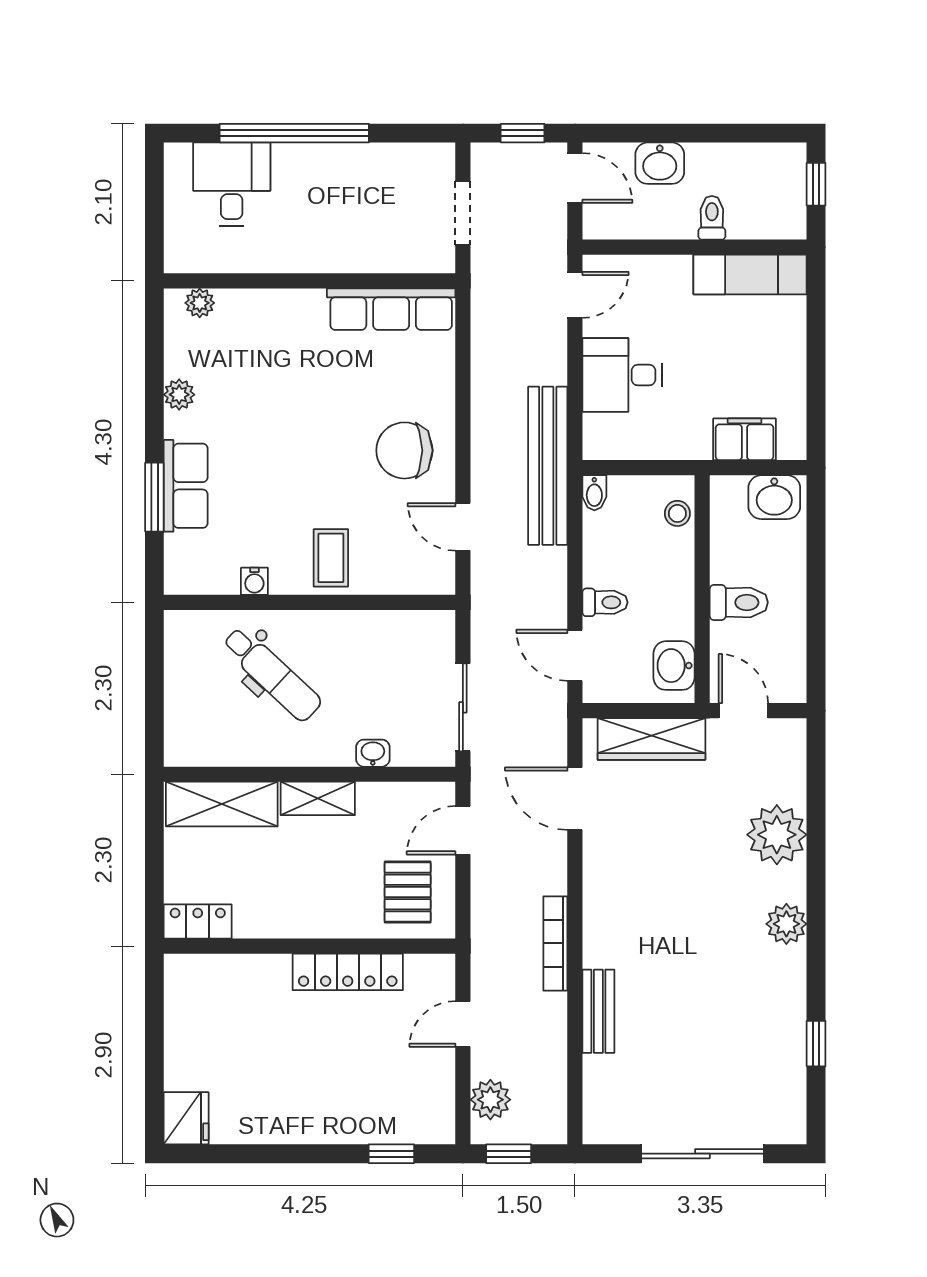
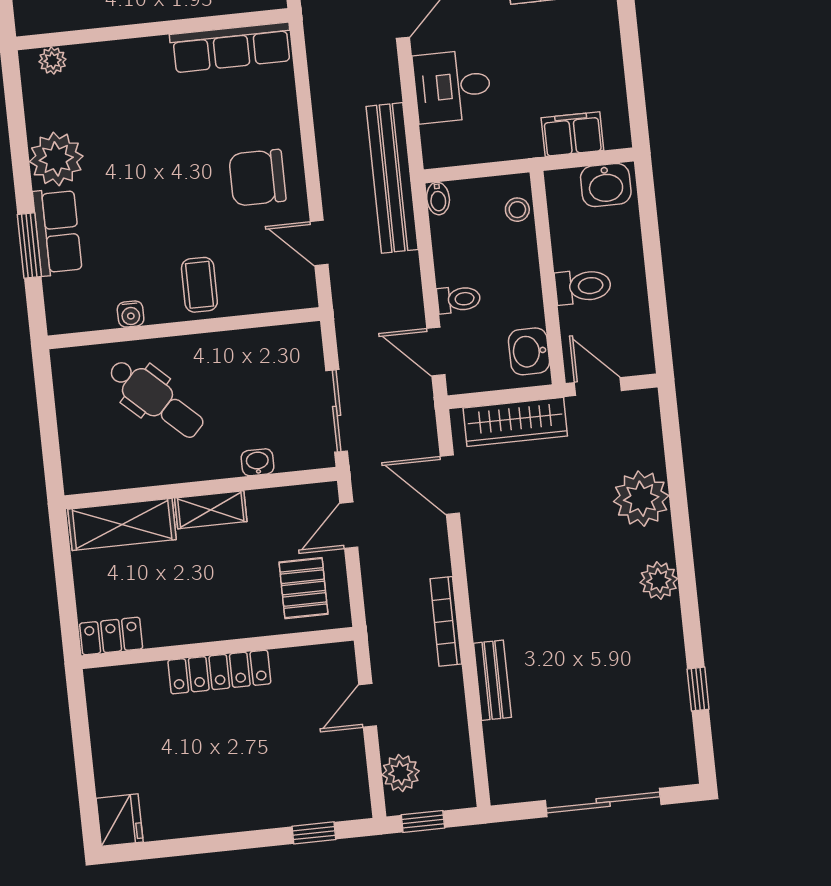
plant: (179, 395) -> (56, 159), width x1.88, depth x1.88
locker: (348, 972) -> (219, 672), moved

